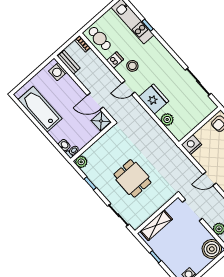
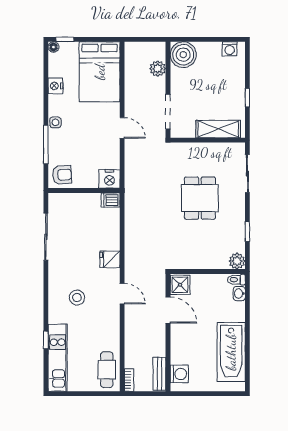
dishwasher: (115, 60) -> (111, 200), moved
stool: (132, 66) -> (77, 298), moved
fridge: (154, 99) -> (110, 259), width x0.53, depth x0.75
plant: (167, 119) -> (111, 226), removed

